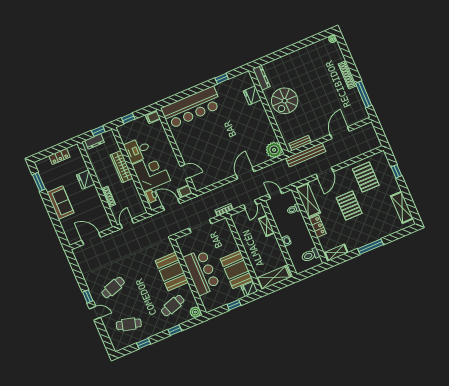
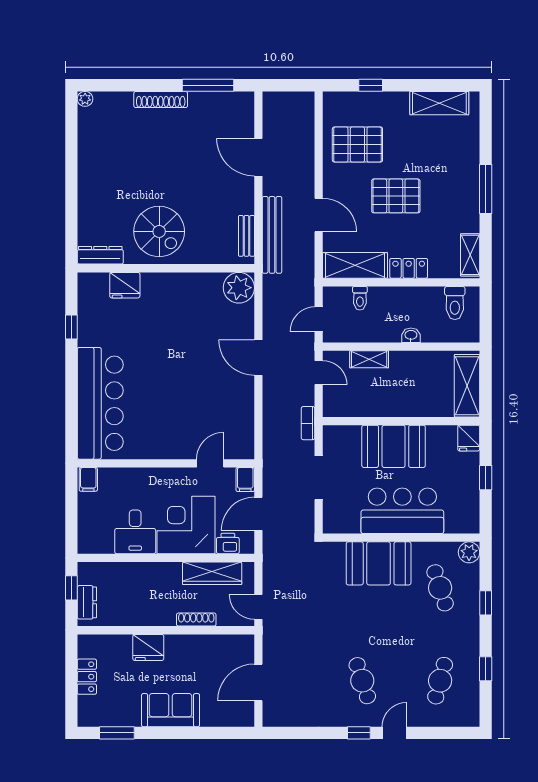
window: (128, 118) -> (71, 525), removed
wardrobe: (122, 167) -> (212, 573), moved
booth: (236, 270) -> (394, 446), moved

